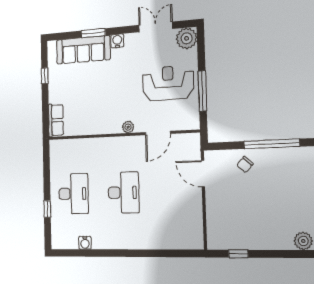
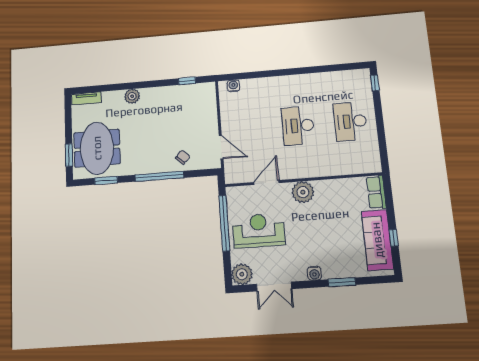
sofa: (83, 50) -> (377, 240), moved, turned -90
reception desk: (168, 83) -> (259, 231), turned 180
window: (202, 91) -> (224, 223), width x1.46
plant: (128, 127) -> (303, 192), width x1.88, depth x1.88
window: (47, 209) -> (375, 83), moved
water cooler: (85, 243) -> (233, 86), moved

